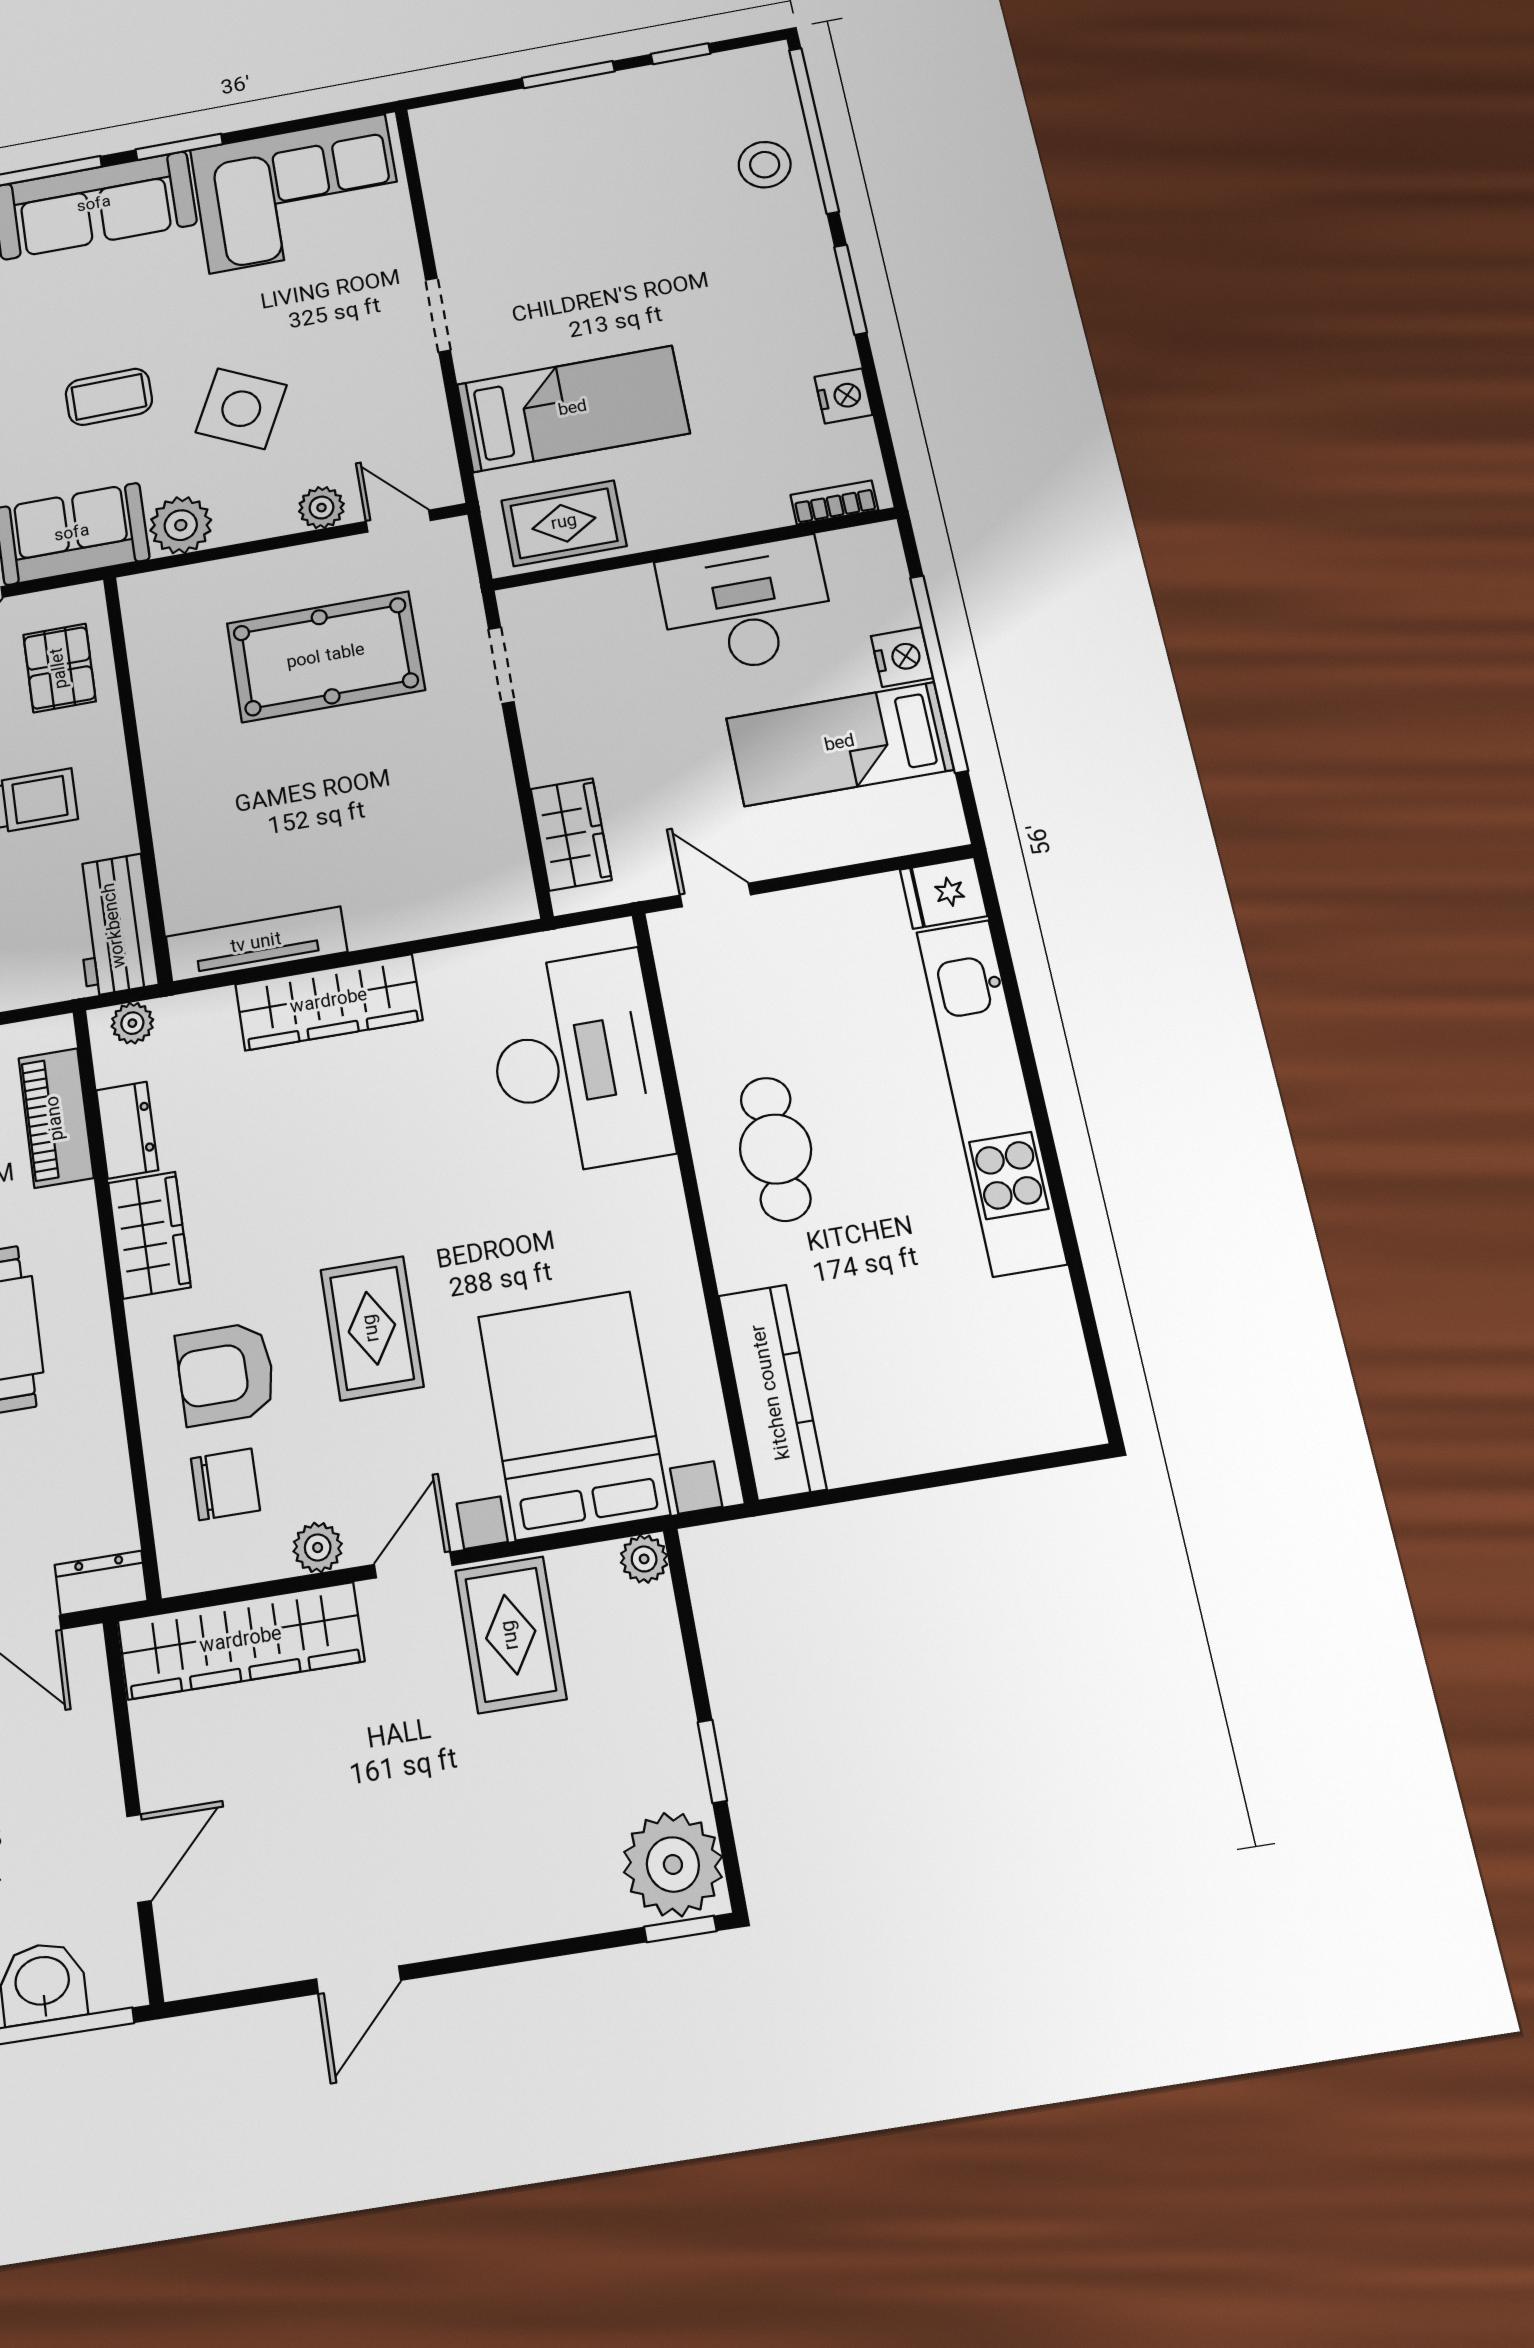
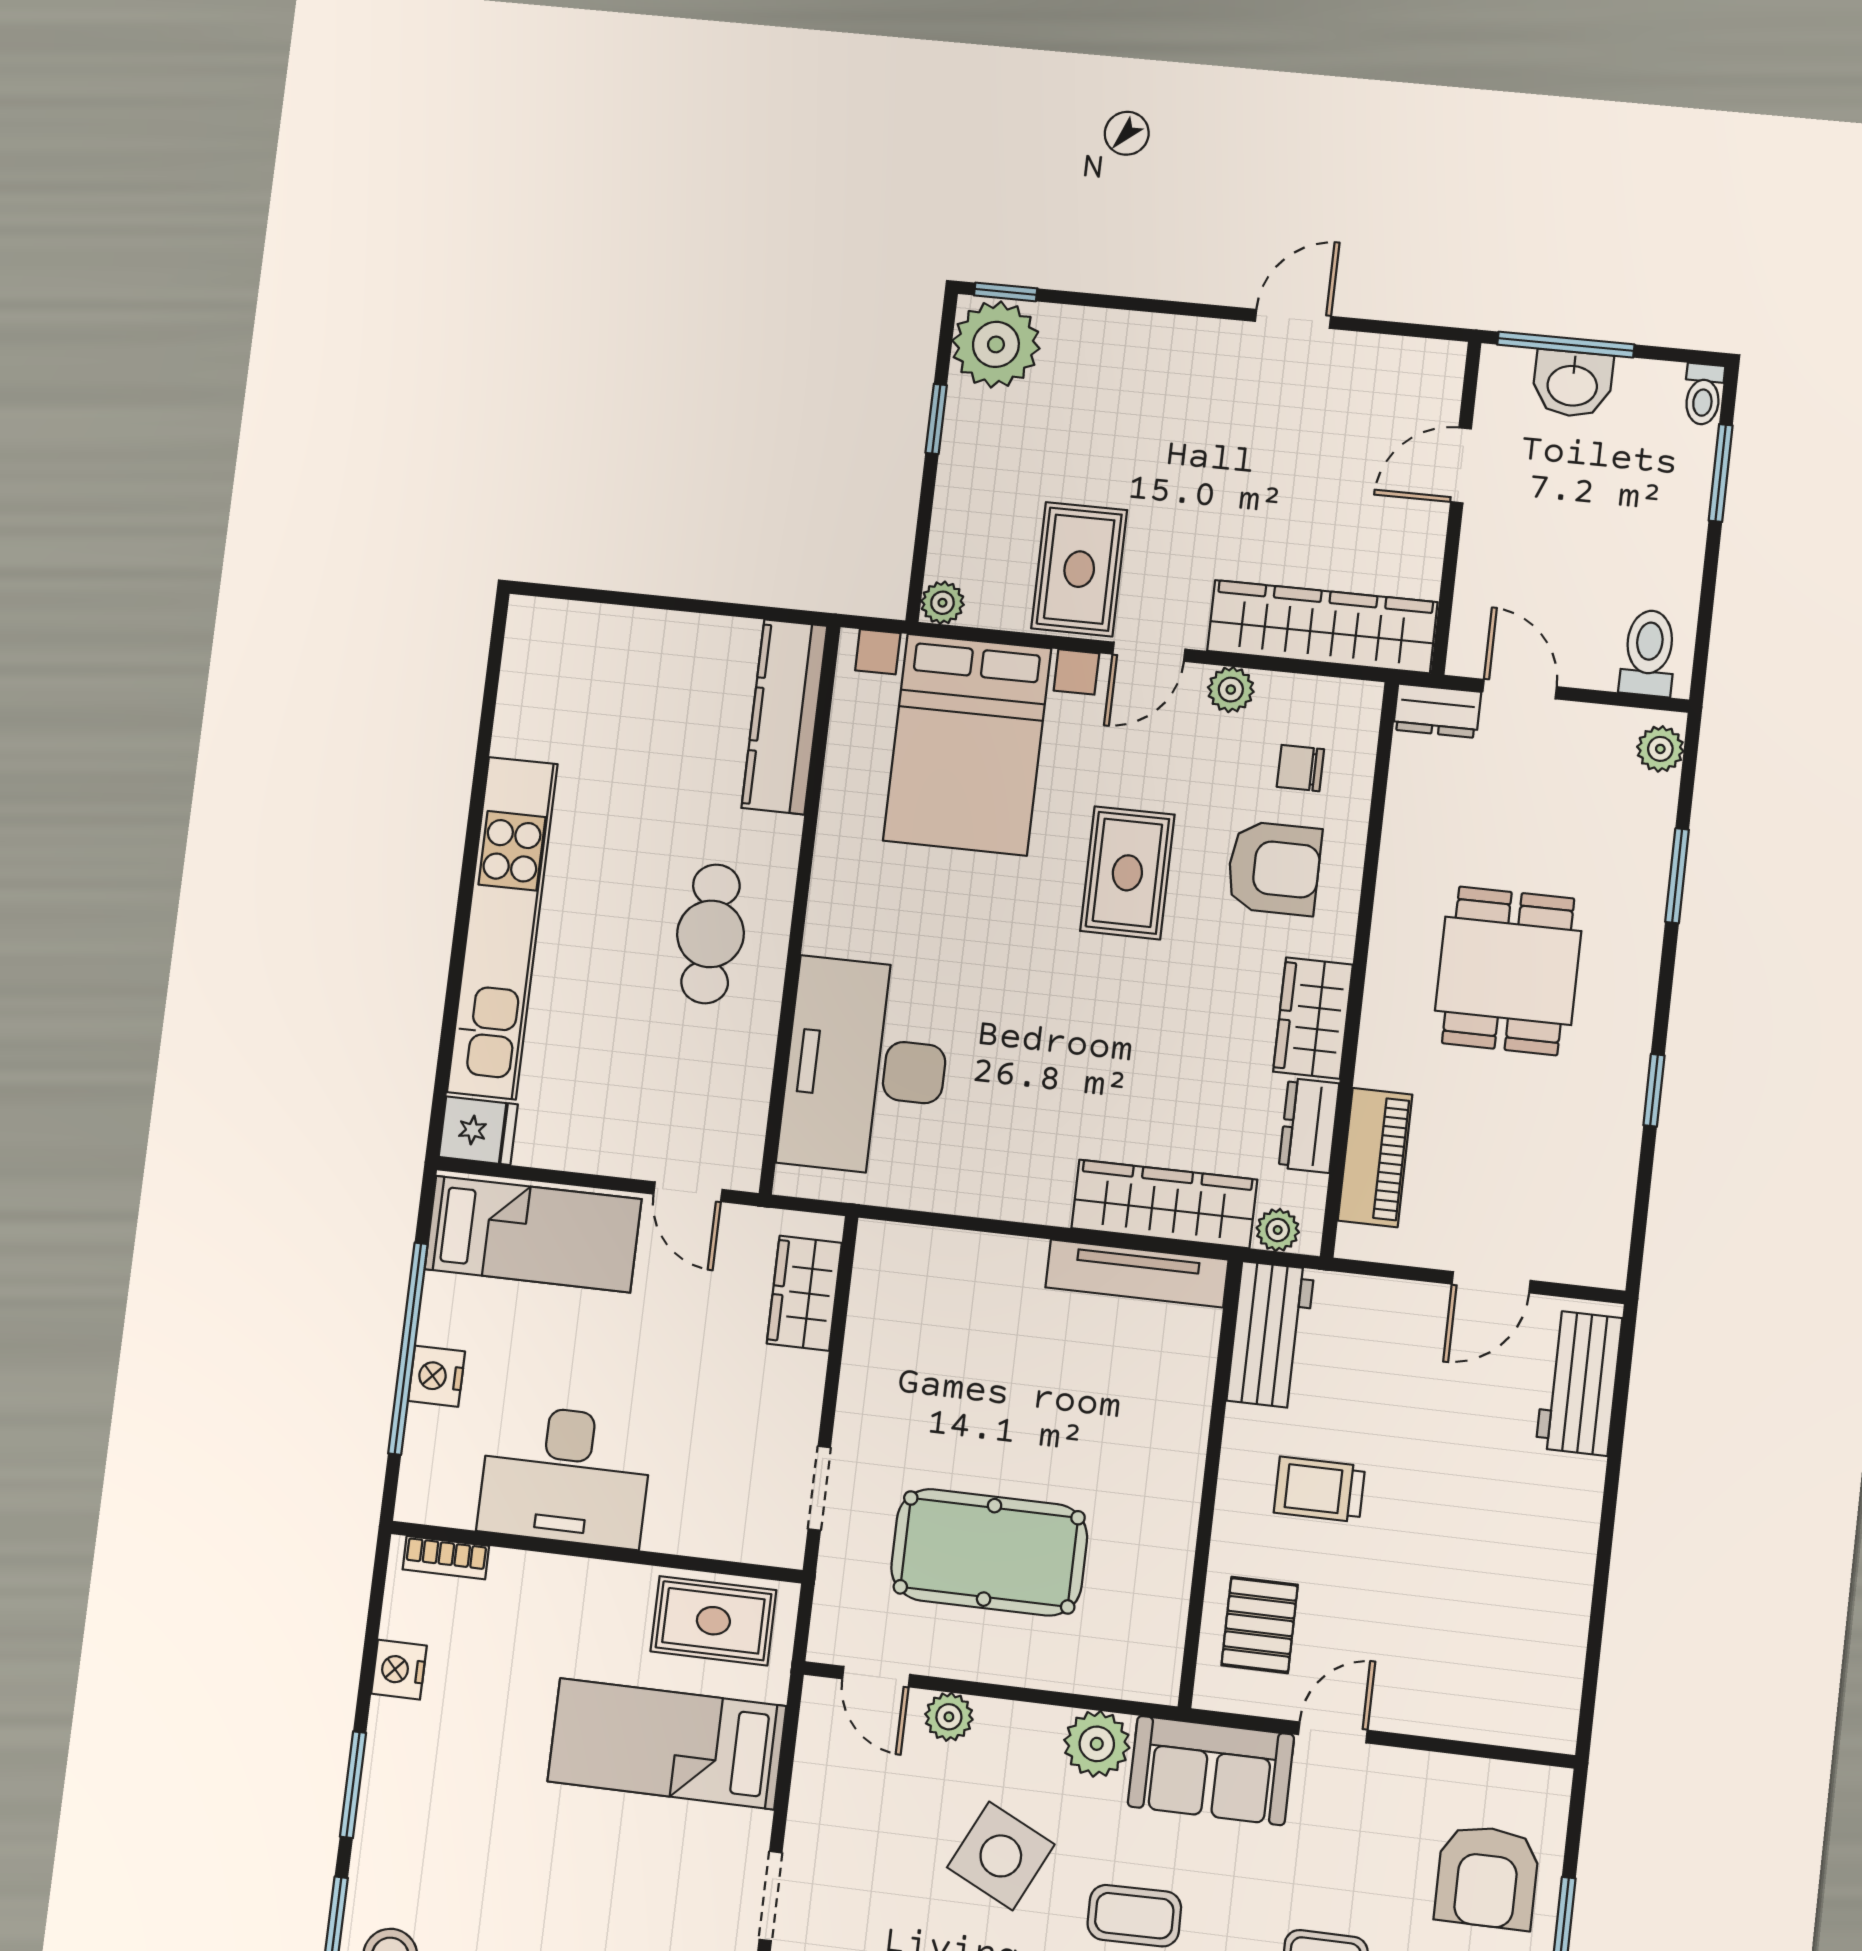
bed: (840, 744) -> (533, 1234), moved
wardrobe: (329, 1002) -> (1164, 1204), moved
chair: (225, 1484) -> (1300, 768), width x0.73, depth x0.73

